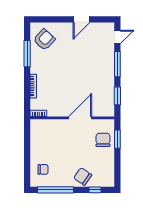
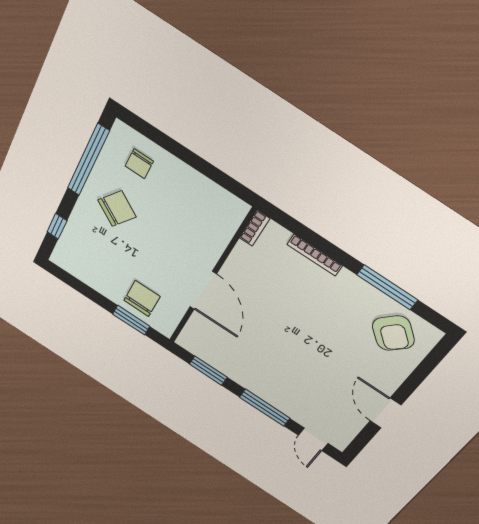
chair: (103, 140) -> (142, 298), turned -90
chair: (83, 177) -> (117, 209), moved

